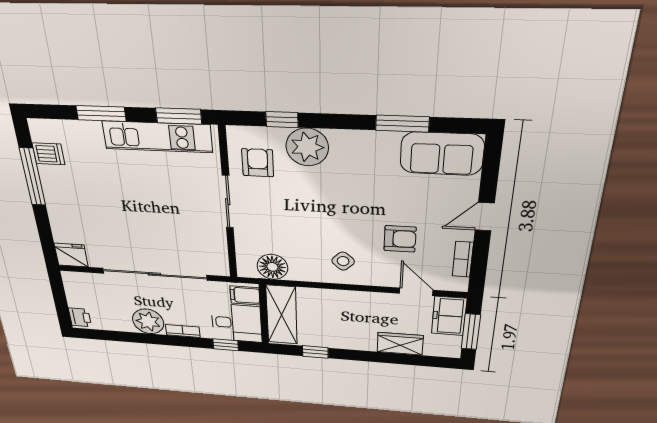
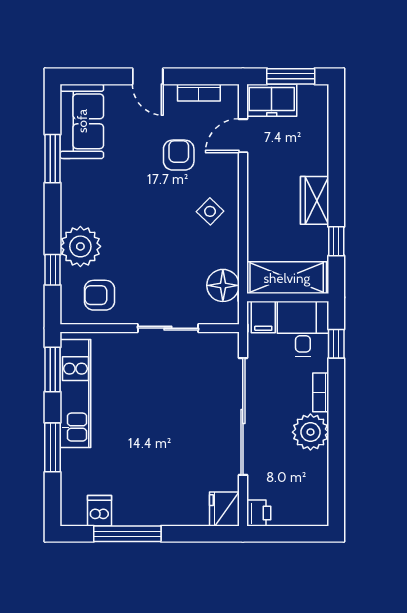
sliding door: (228, 202) -> (168, 328), moved
printer: (80, 317) -> (259, 513), moved, turned 90
wardrobe: (400, 344) -> (315, 200), moved

